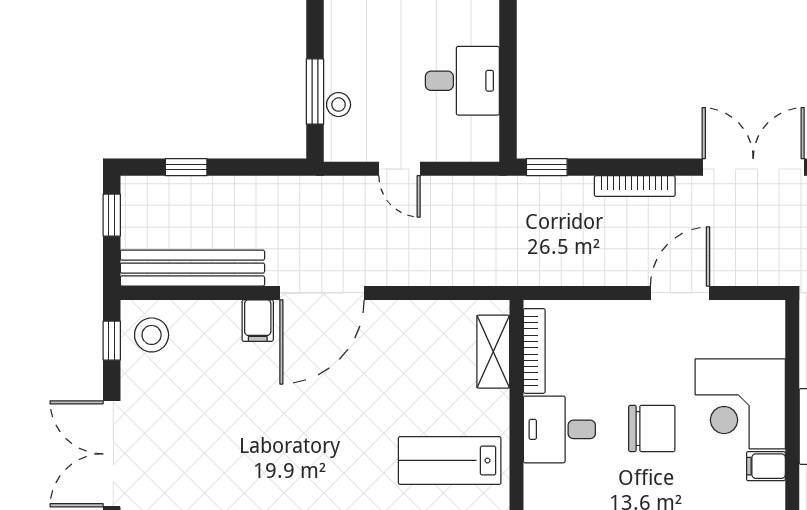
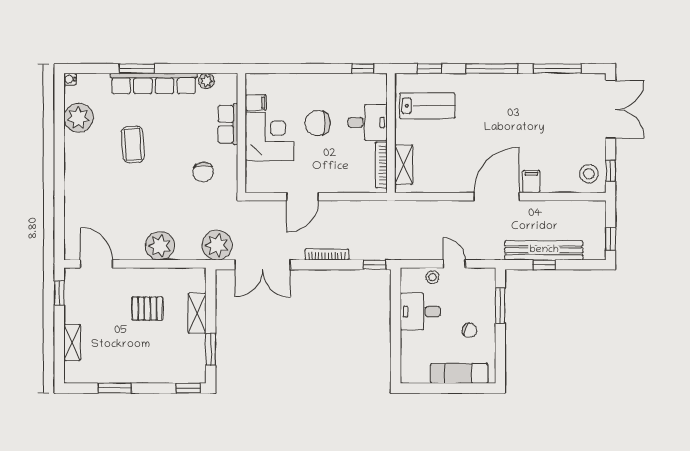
chair: (372, 46) -> (469, 330), added
stool: (339, 105) -> (433, 277), moved
window: (186, 167) -> (544, 265), moved
bench: (192, 268) -> (544, 250), moved

